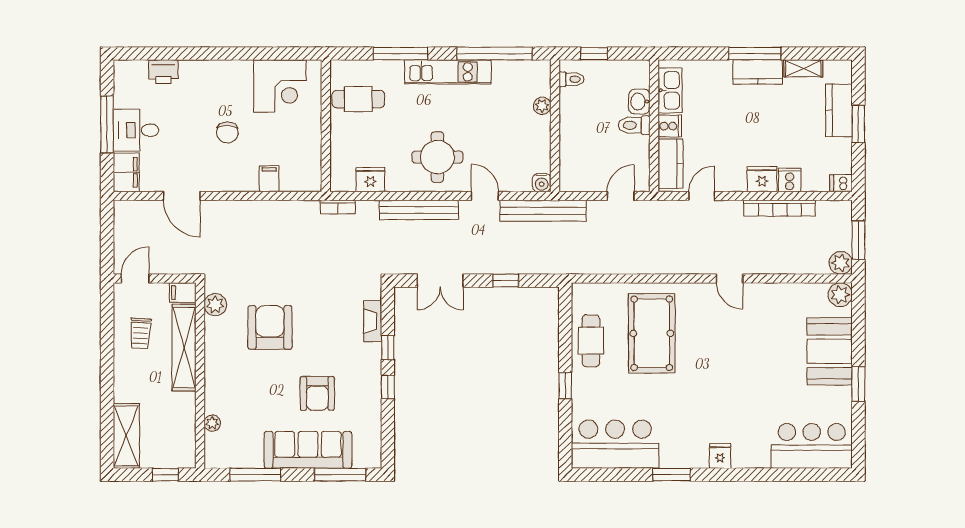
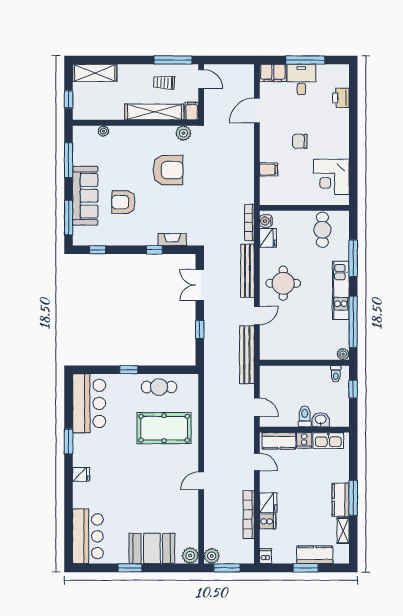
plant: (542, 106) -> (343, 354), moved
water cooler: (542, 183) -> (266, 221), moved
bookcase: (338, 207) -> (249, 222), width x1.56
window: (107, 320) -> (173, 60), added
window: (388, 387) -> (98, 250), moved

